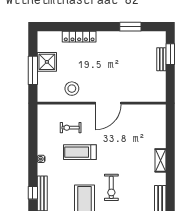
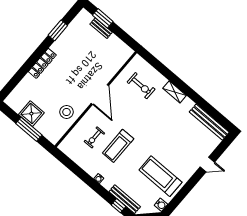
locker: (79, 37) -> (42, 63), moved
exercise bike: (111, 187) -> (141, 86), moved

